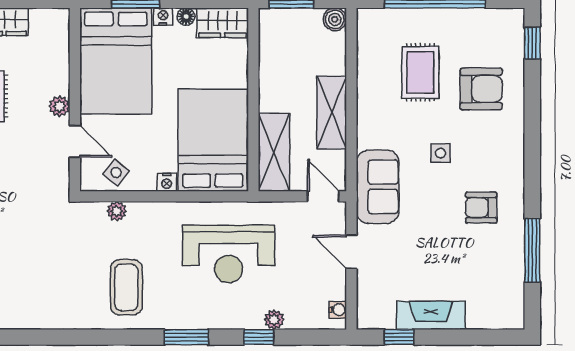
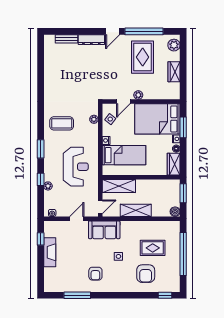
bed: (213, 140) -> (124, 155), width x0.67
armchair: (481, 208) -> (95, 274), turned 180
reception desk: (229, 254) -> (76, 167), turned 180

